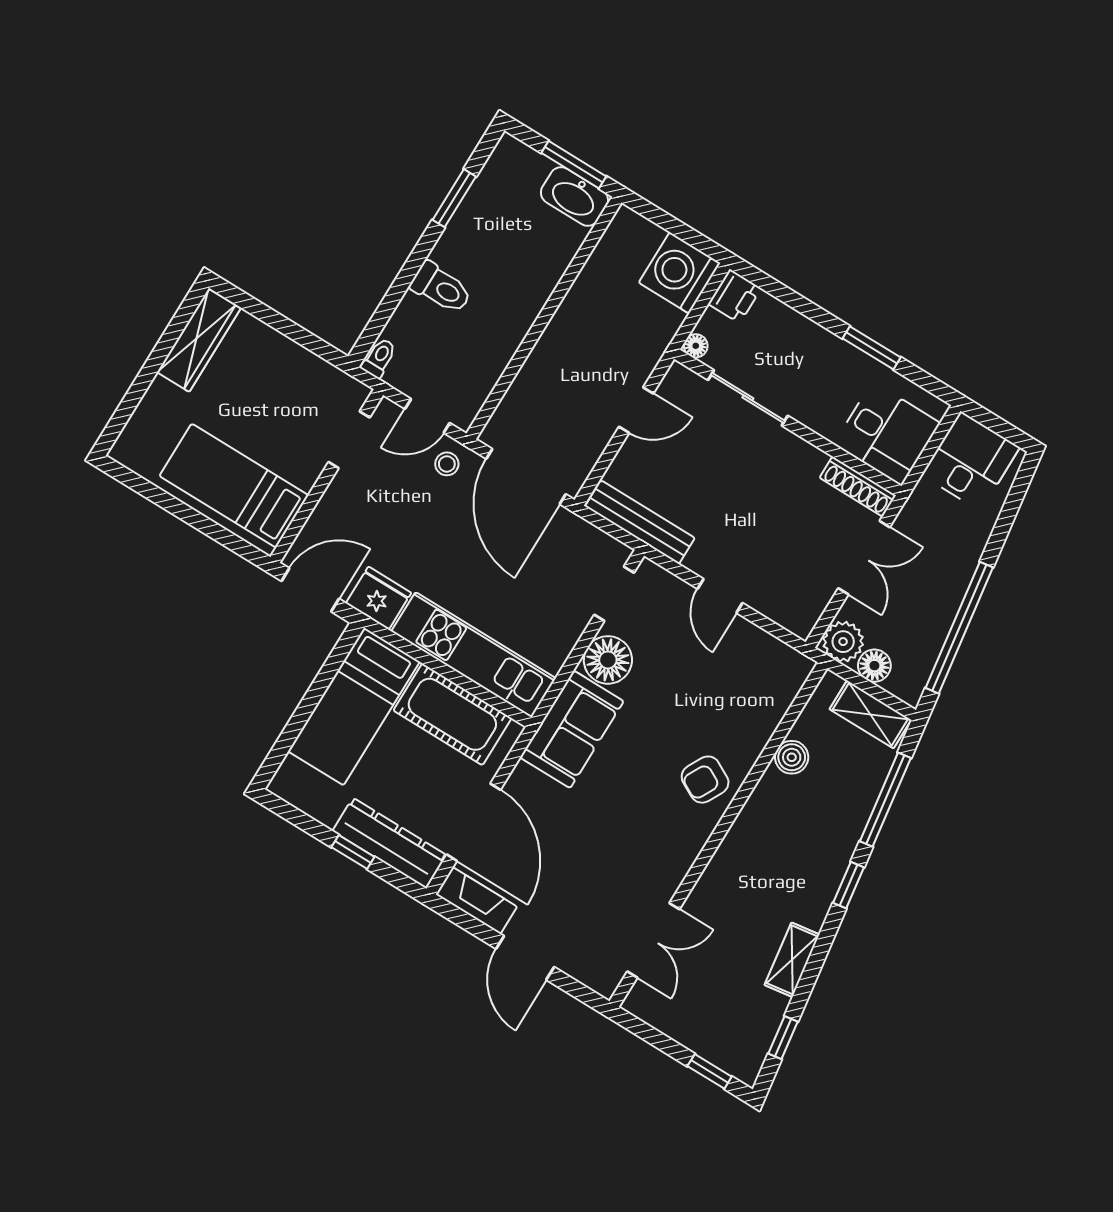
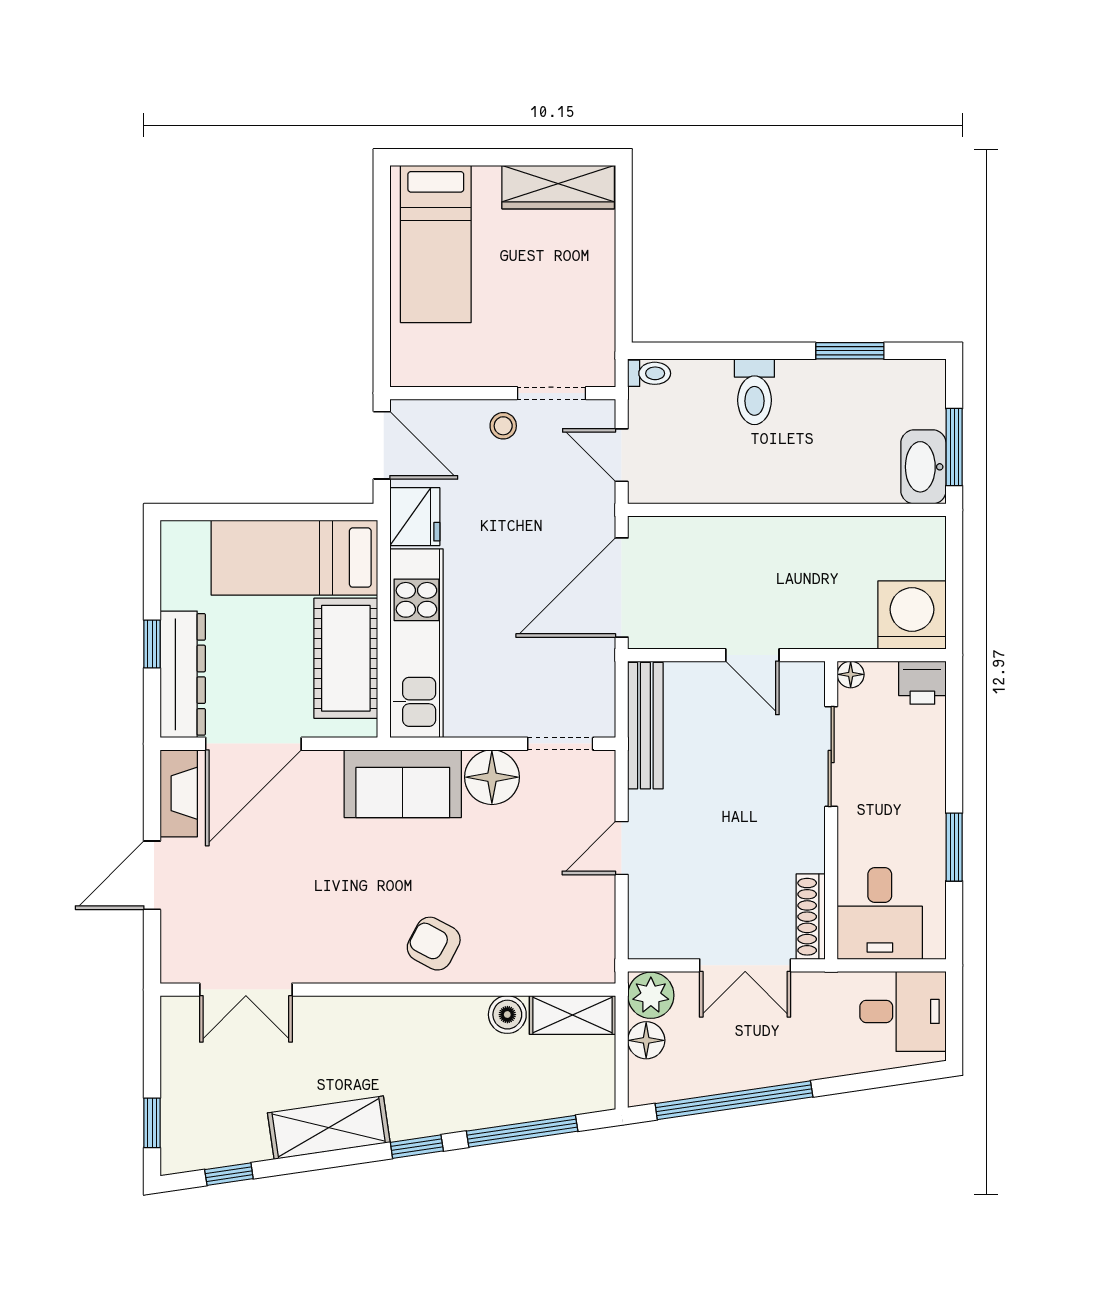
stool: (447, 464) -> (503, 426), moved
bed: (234, 486) -> (436, 244), moved, turned 180
shelving: (870, 714) -> (573, 1015), moved, turned 90
shelving: (792, 960) -> (329, 1128), width x1.50, depth x1.33

